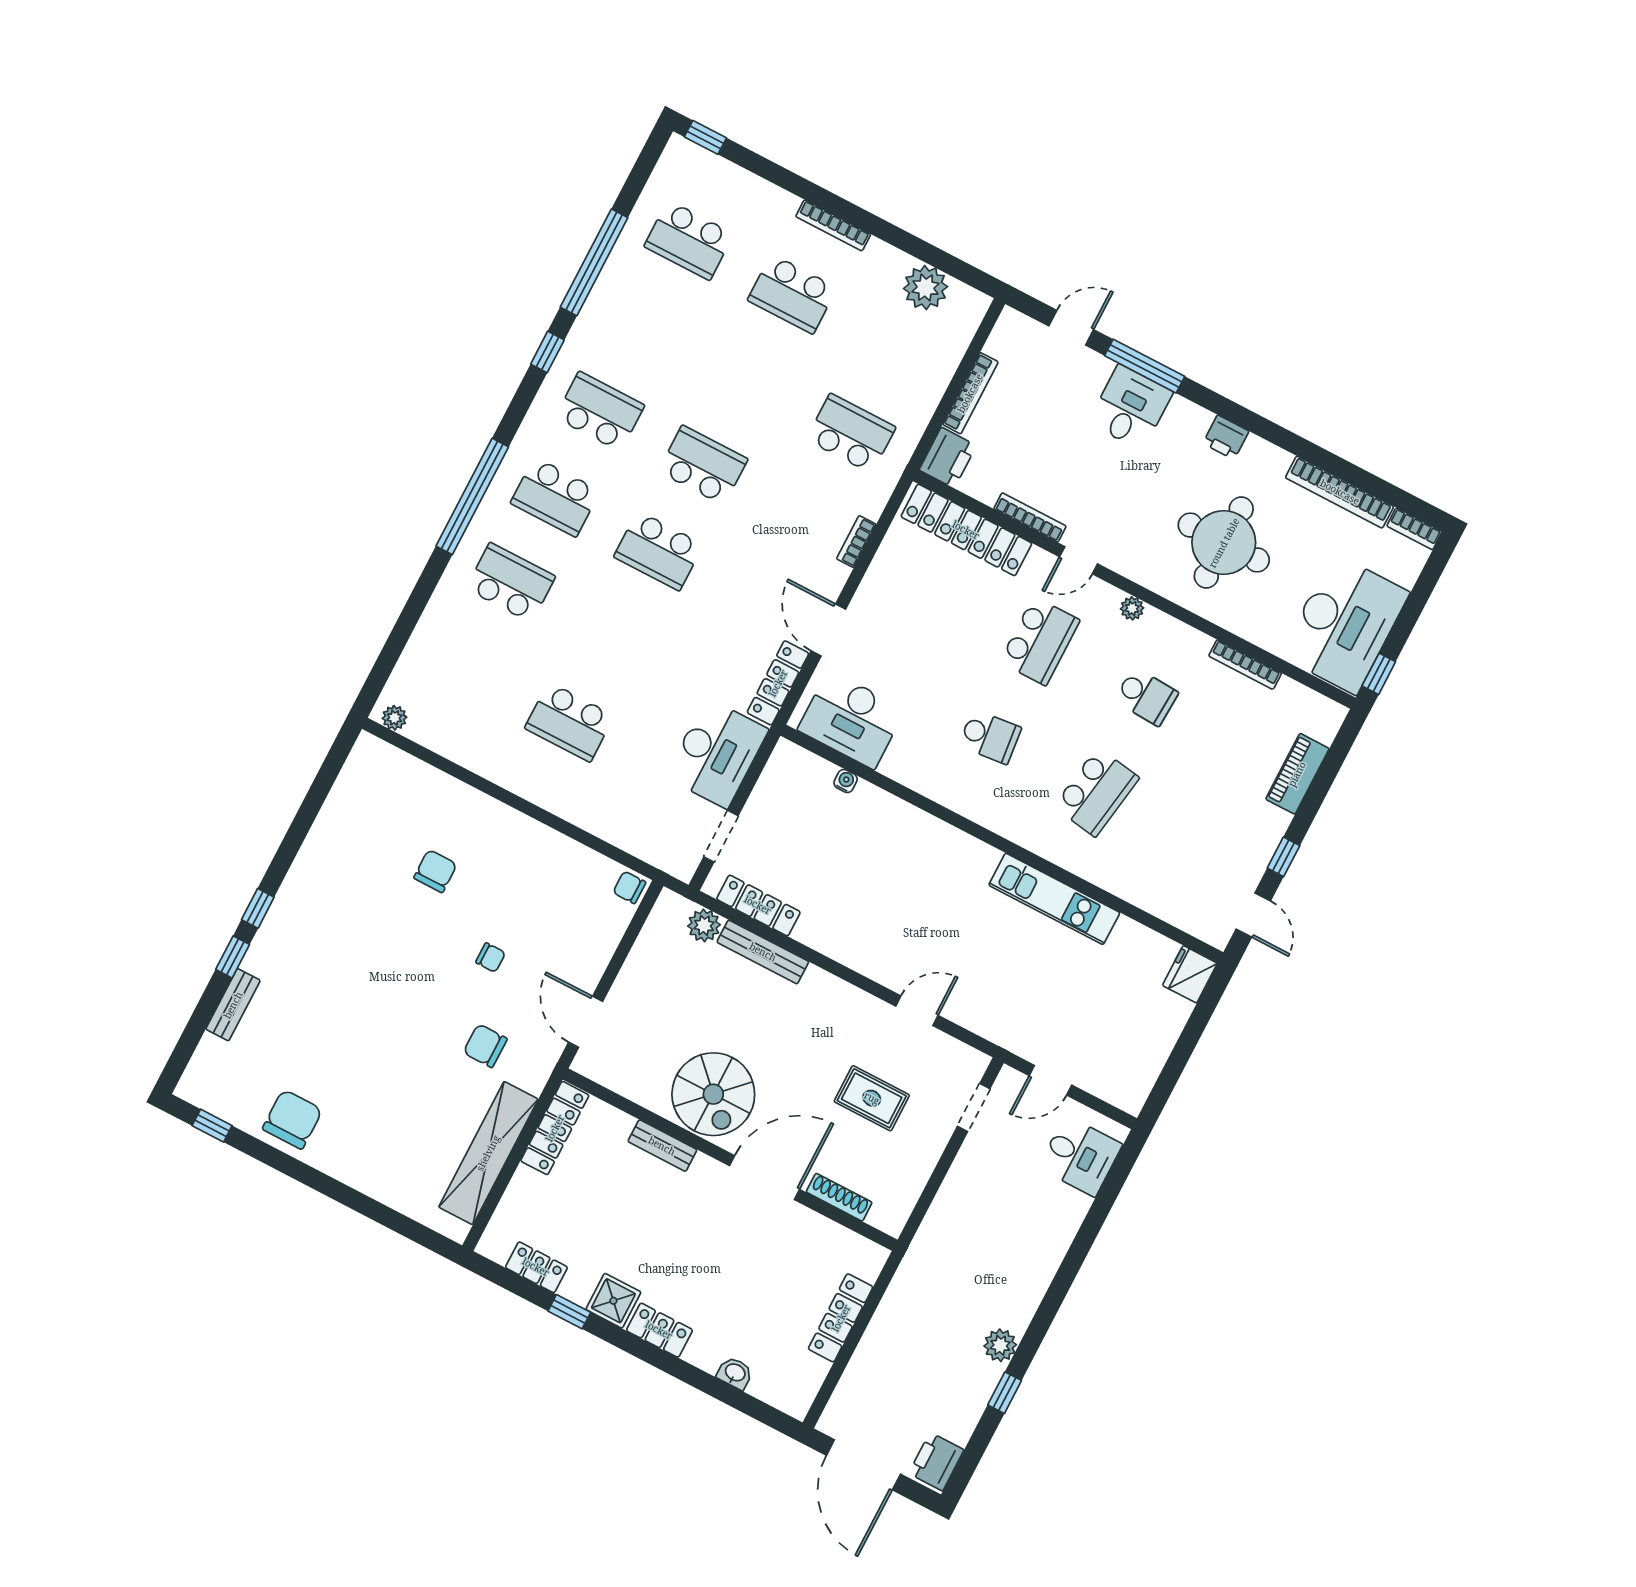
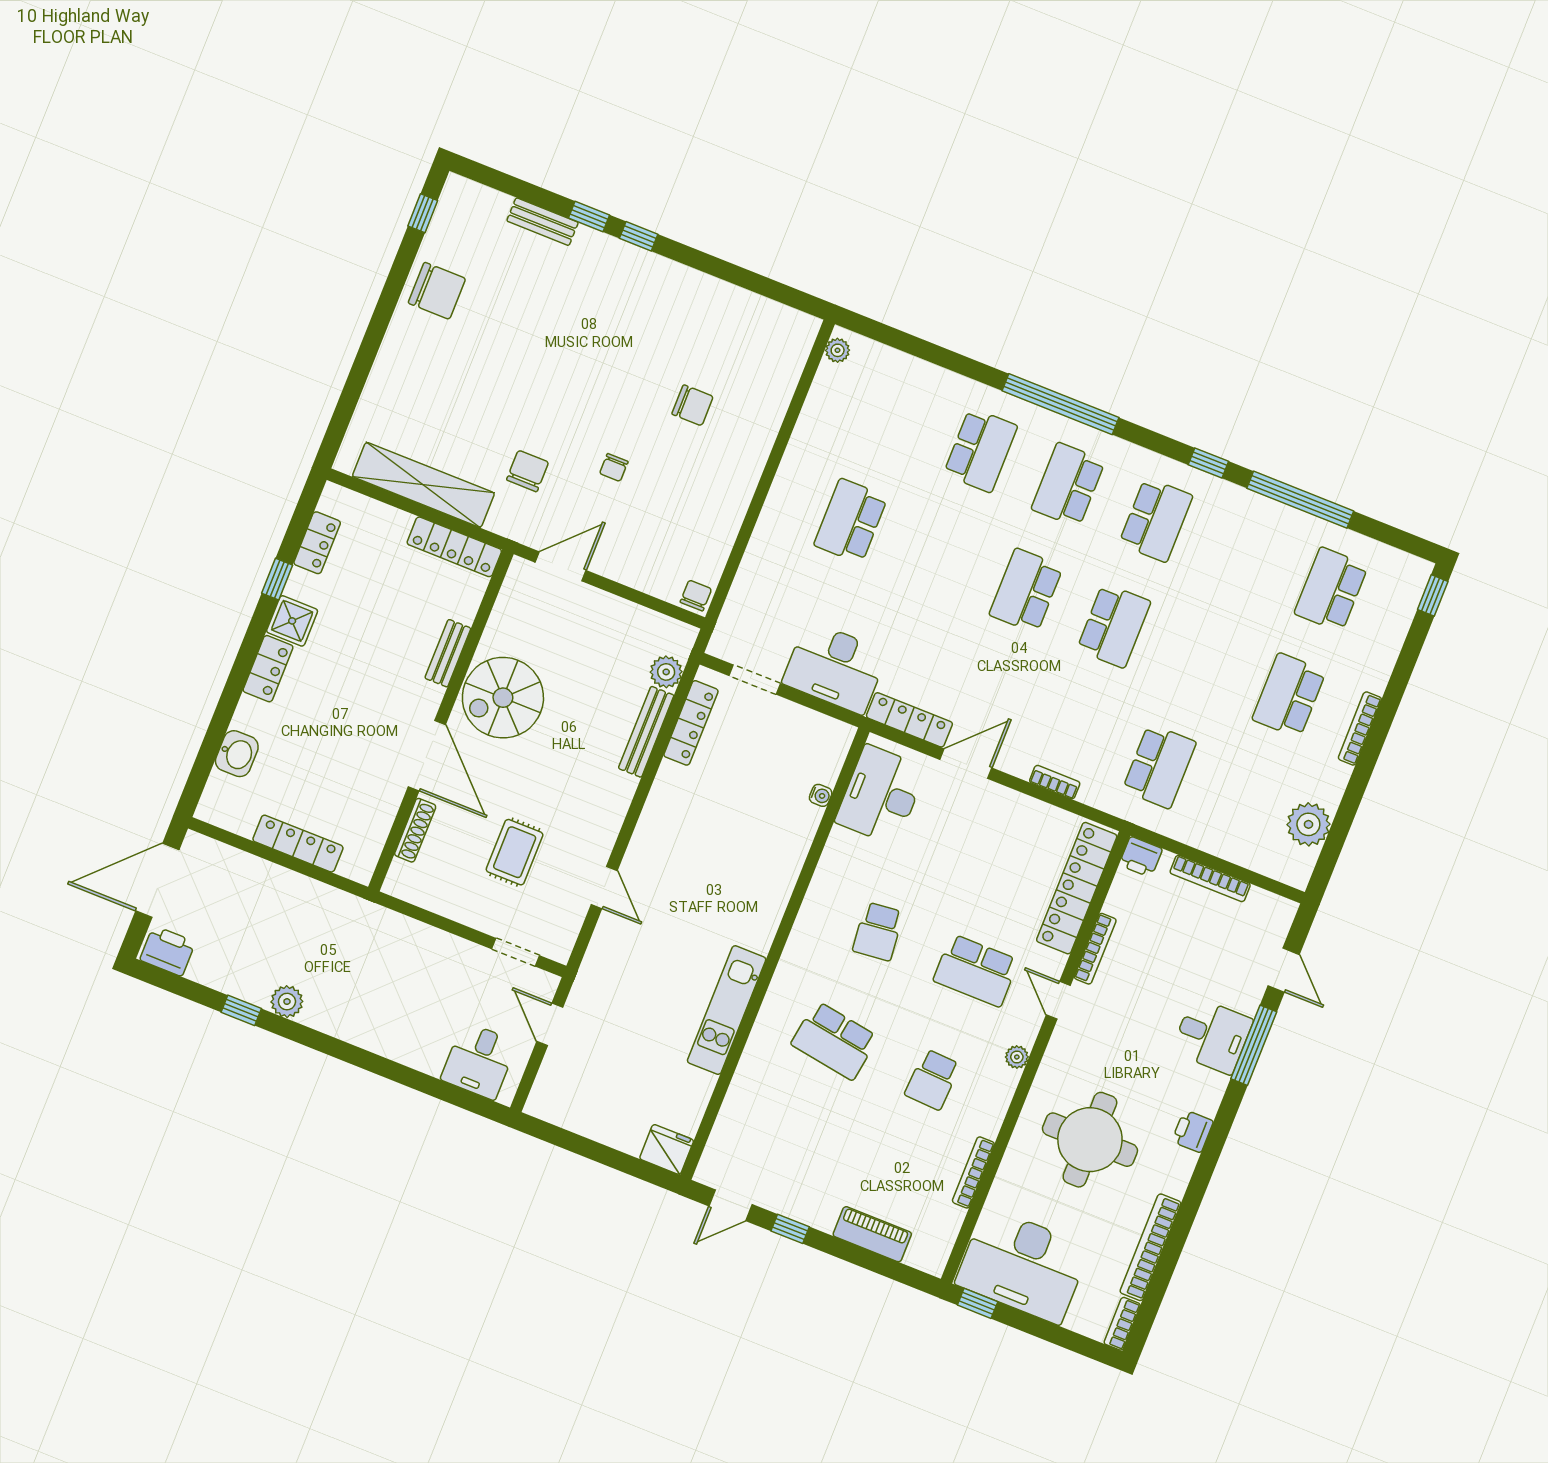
printer: (948, 458) -> (1141, 857), width x0.73, depth x0.81
washbasin: (735, 1373) -> (237, 754), width x1.38, depth x1.45

